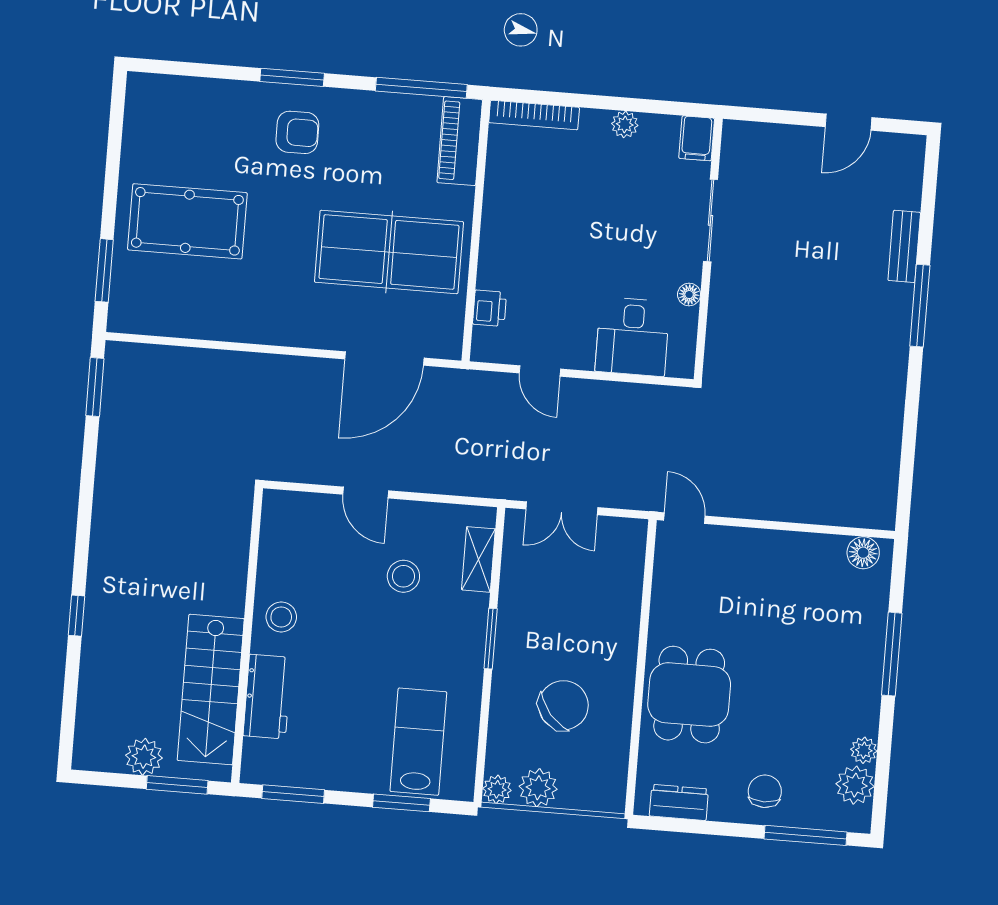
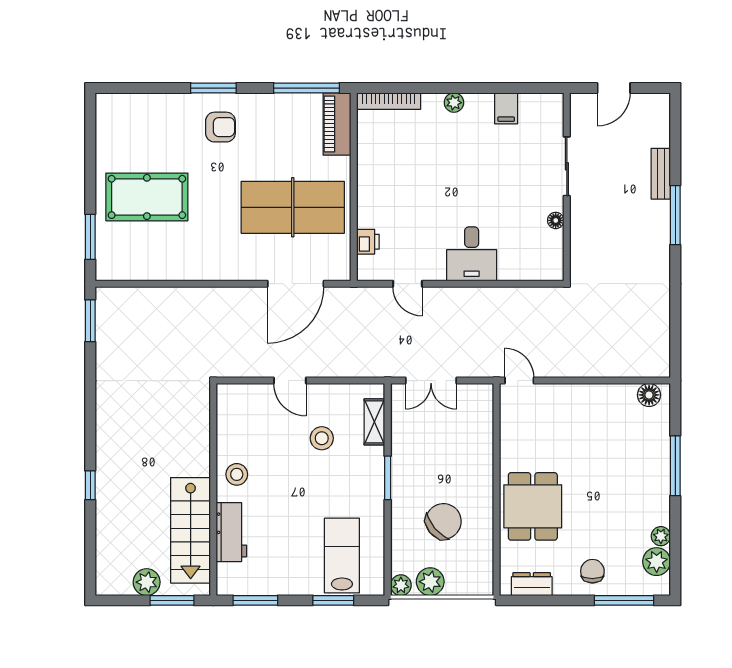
sliding door: (711, 220) -> (567, 166), moved
wall: (708, 249) -> (567, 187), moved
floor lamp: (689, 295) -> (556, 220), moved

